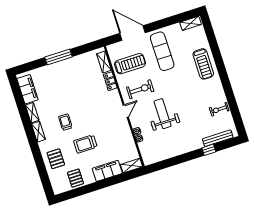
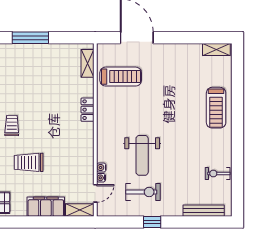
exercise mat: (162, 51) -> (168, 74), removed
locker: (110, 81) -> (87, 110), moved
exercise bike: (140, 89) -> (143, 192), moved
door: (126, 111) -> (95, 193), moved
weight bench: (163, 114) -> (142, 155), turned 180
window: (209, 150) -> (152, 222), moved

